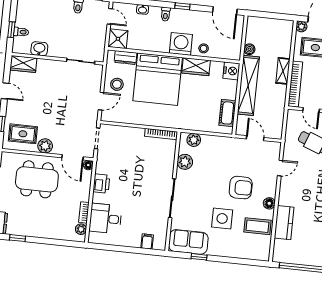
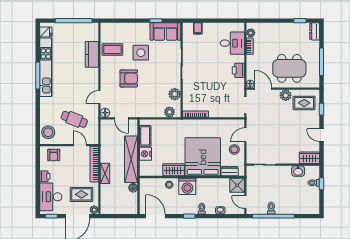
nightstand: (231, 71) -> (145, 154), moved
armchair: (241, 188) -> (129, 78), turned 180
floor lamp: (269, 203) -> (105, 113), moved

